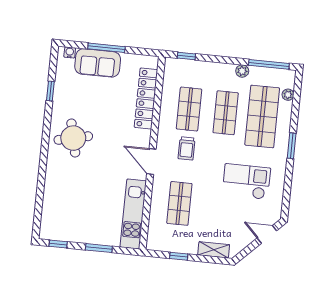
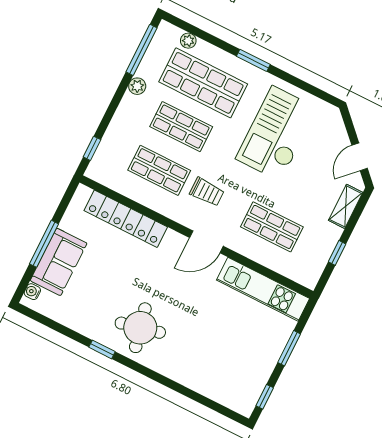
window: (50, 91) -> (102, 349), moved
checkout: (246, 182) -> (276, 134), width x1.36, depth x1.21
door: (267, 234) -> (360, 157), moved

